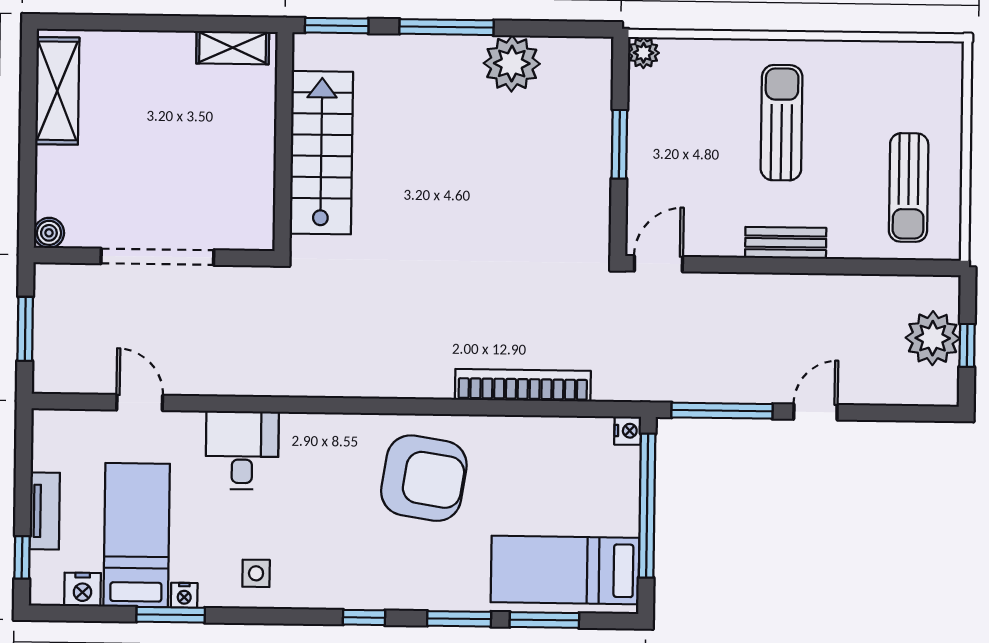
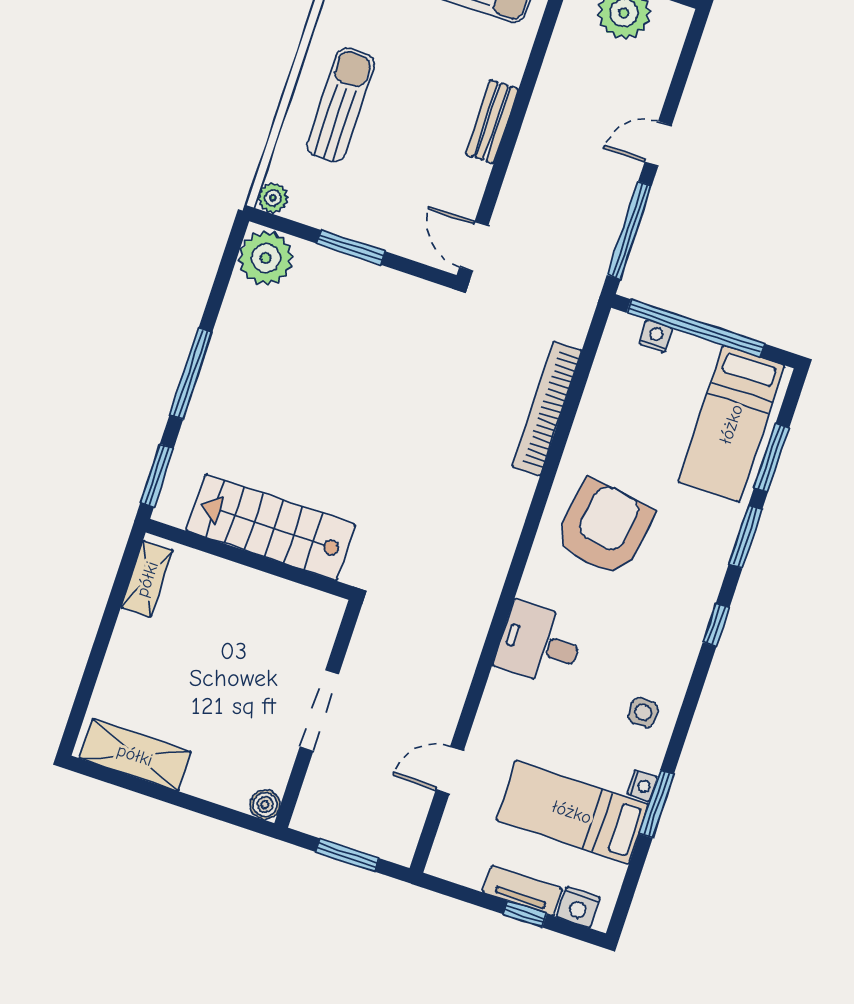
plant: (512, 63) -> (266, 258), moved
sun lounger: (782, 123) -> (341, 105), moved, turned 90
doorway: (157, 257) -> (319, 711), width x0.73
door: (815, 412) -> (658, 144), hinge flipped
nightstand: (628, 431) -> (656, 336), moved
desk: (242, 450) -> (539, 644), moved
window: (22, 557) -> (525, 914), moved
nightstand: (82, 590) -> (578, 907), moved, turned 90

